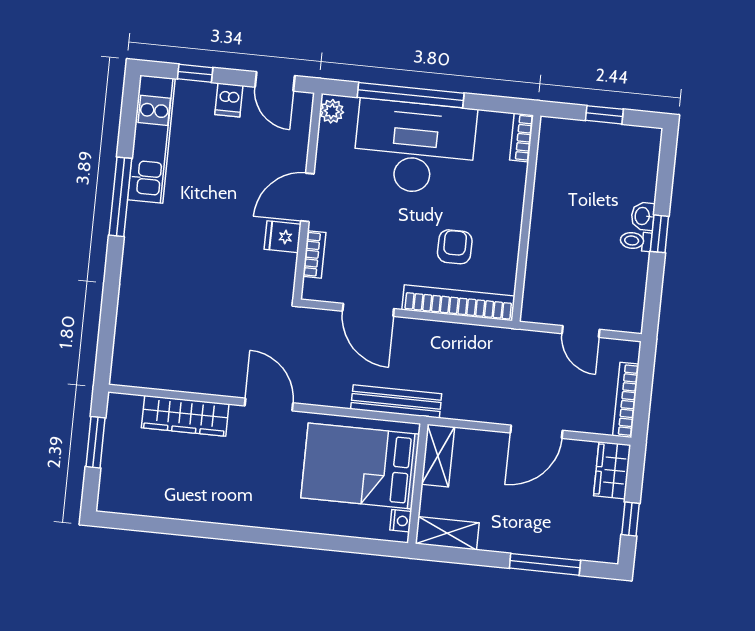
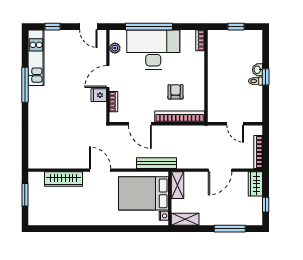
dishwasher: (229, 100) -> (69, 37), removed
plant: (332, 111) -> (115, 48), moved

